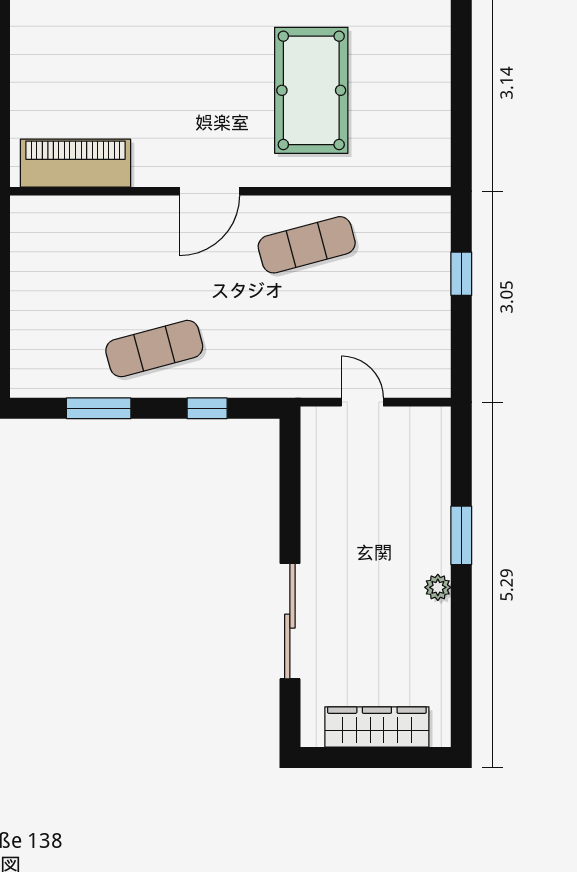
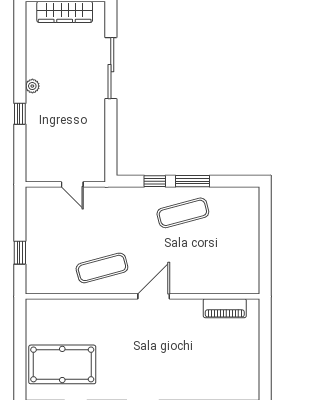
pool table: (311, 90) -> (62, 364), moved, turned 90
piano: (75, 163) -> (225, 308), width x0.73, depth x0.75
window: (99, 408) -> (193, 181), moved
window: (461, 535) -> (20, 114), width x0.67

